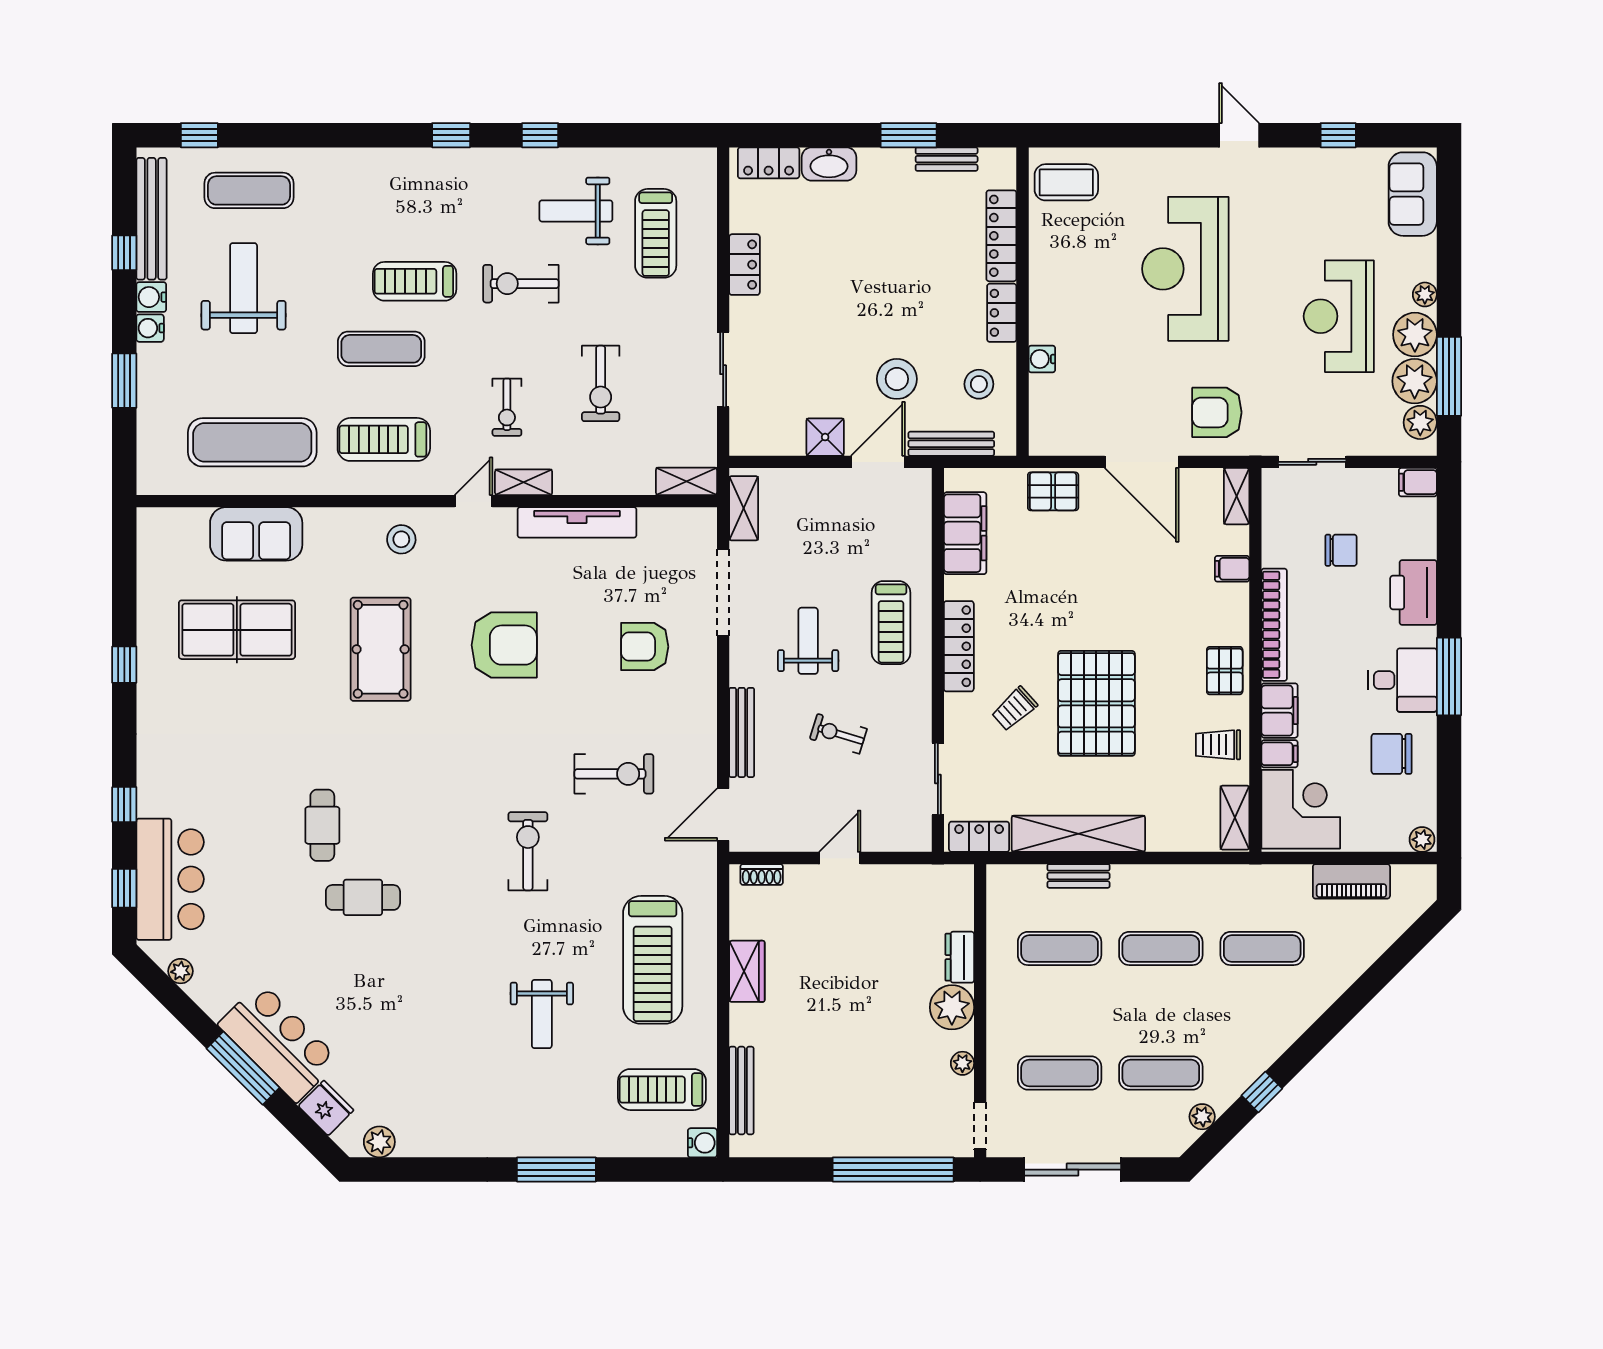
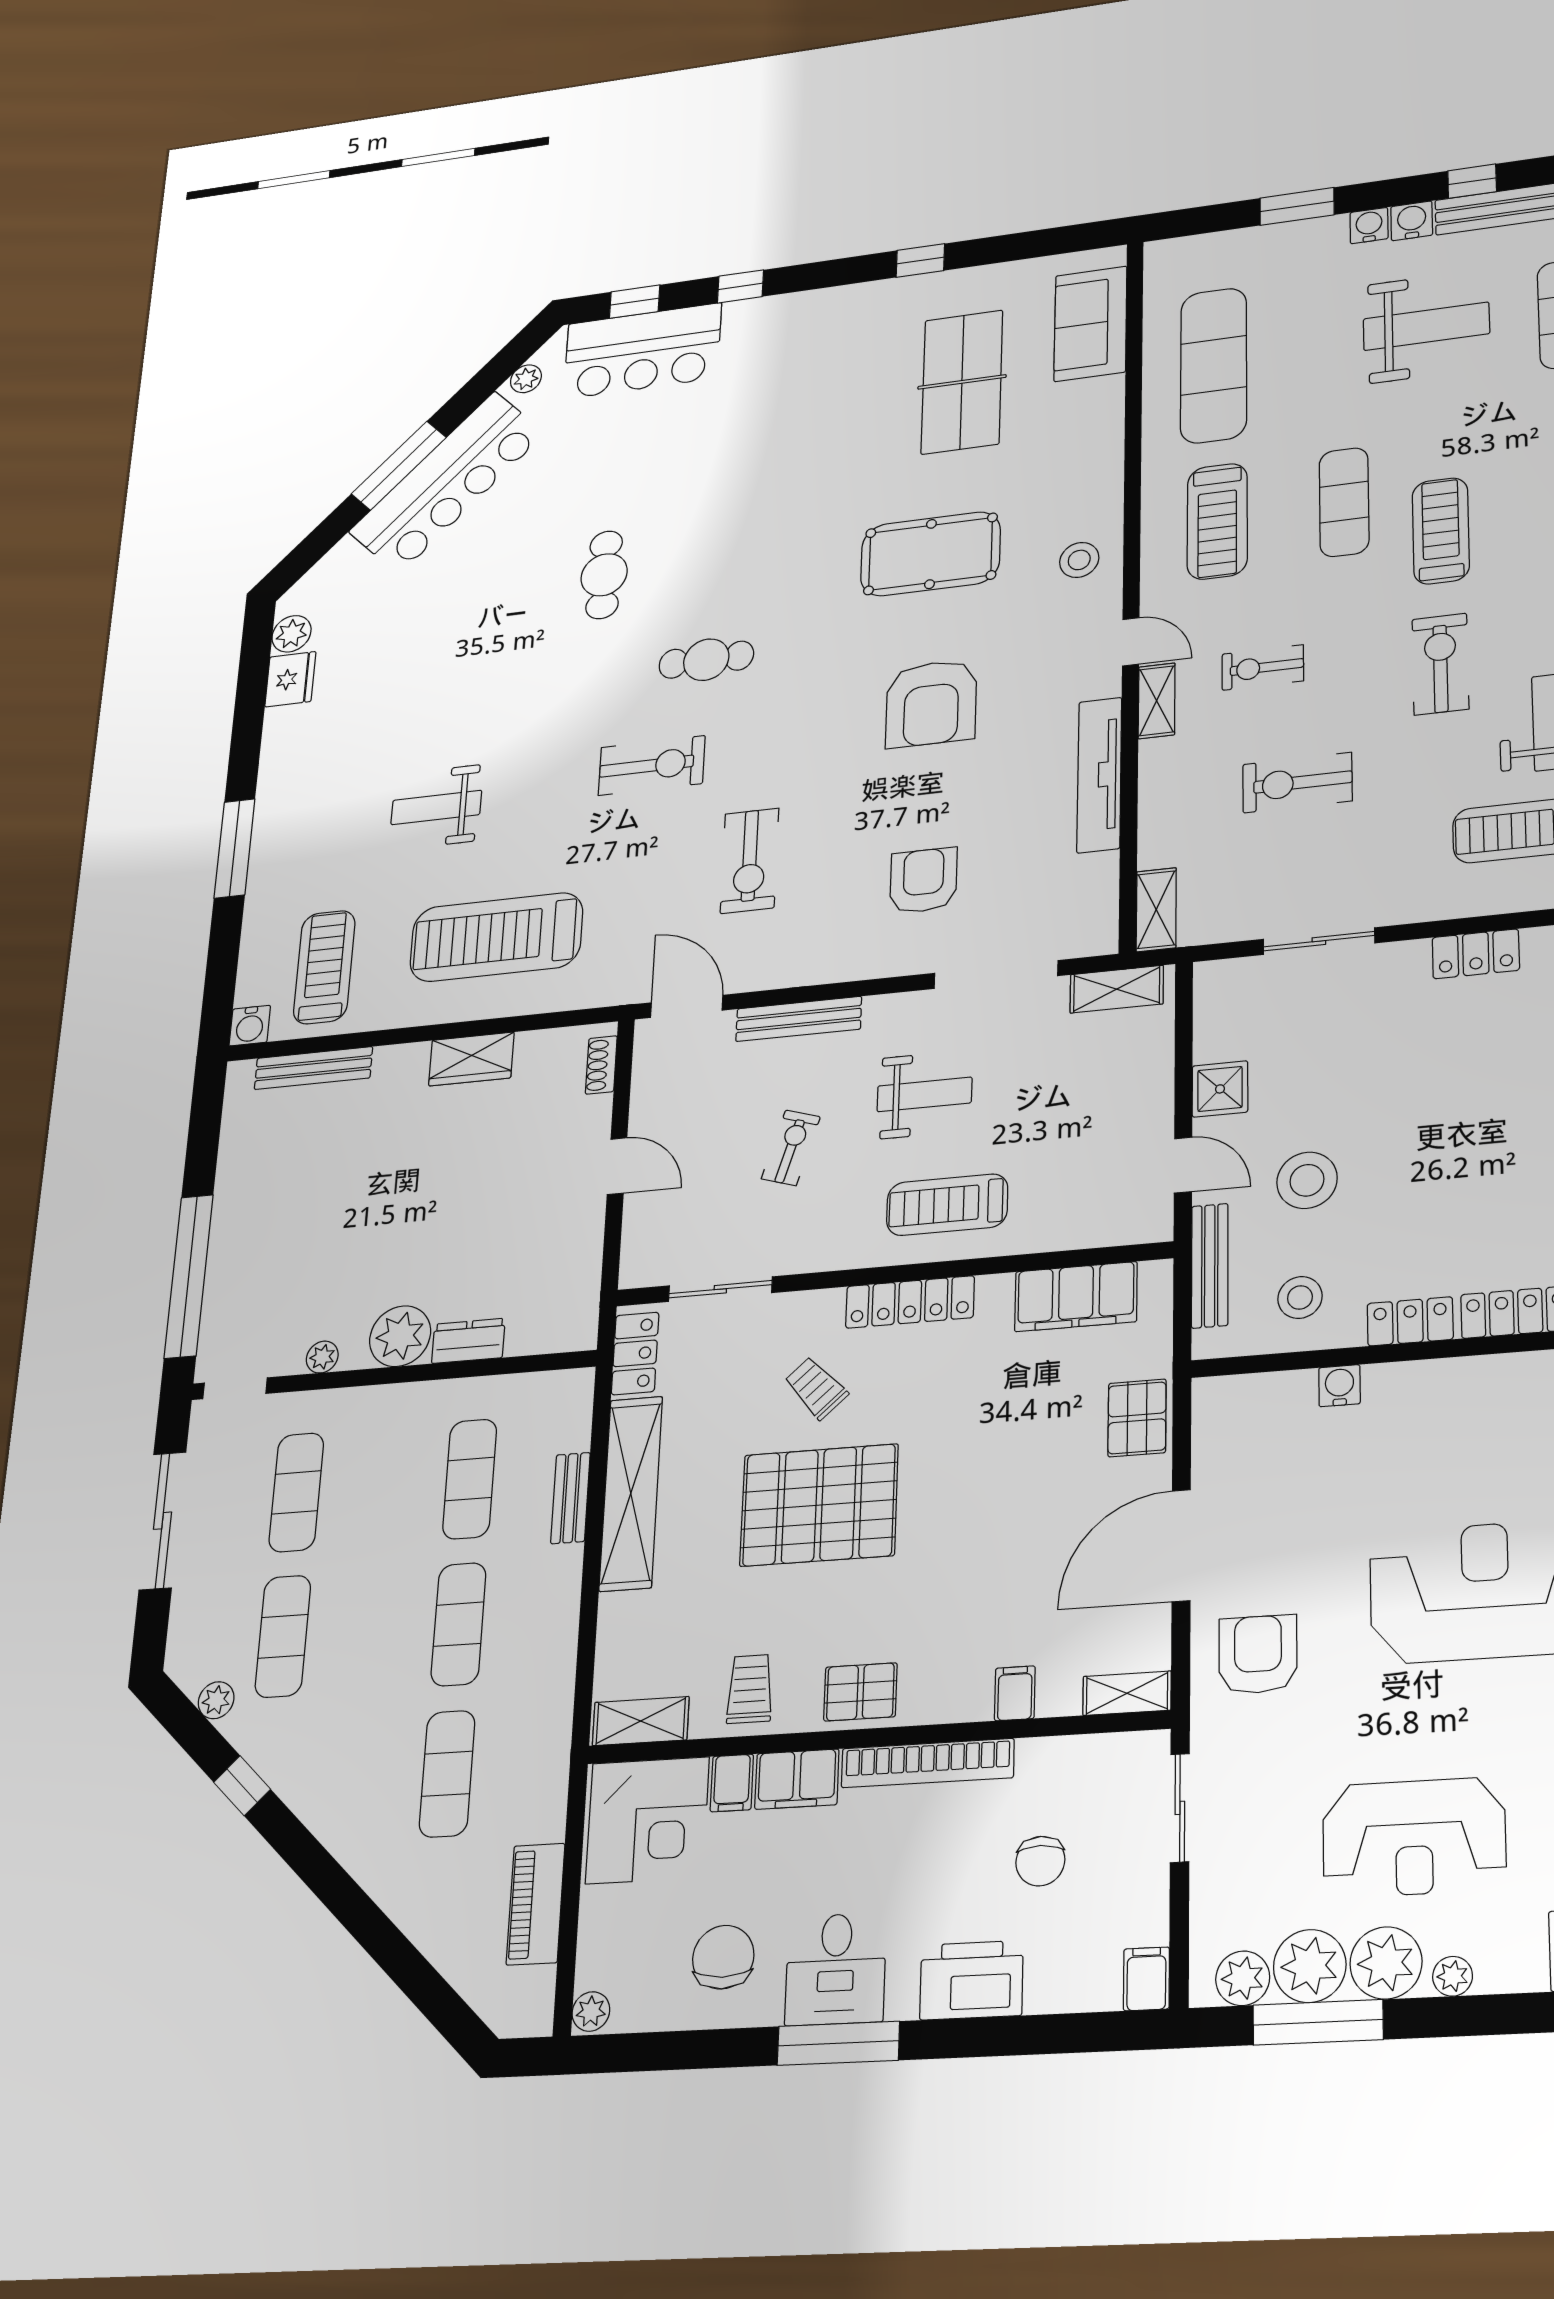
reception desk: (1339, 316) -> (1414, 1837), turned 180
treadmill: (384, 439) -> (1217, 521), turned 180
door: (878, 462) -> (1183, 1165), width x0.73
sofa: (256, 534) -> (1090, 324), moved
cafe table: (322, 825) -> (706, 660), moved
bar counter: (278, 1042) -> (447, 483), width x1.36
fridge: (326, 1108) -> (290, 679), moved, turned -45

